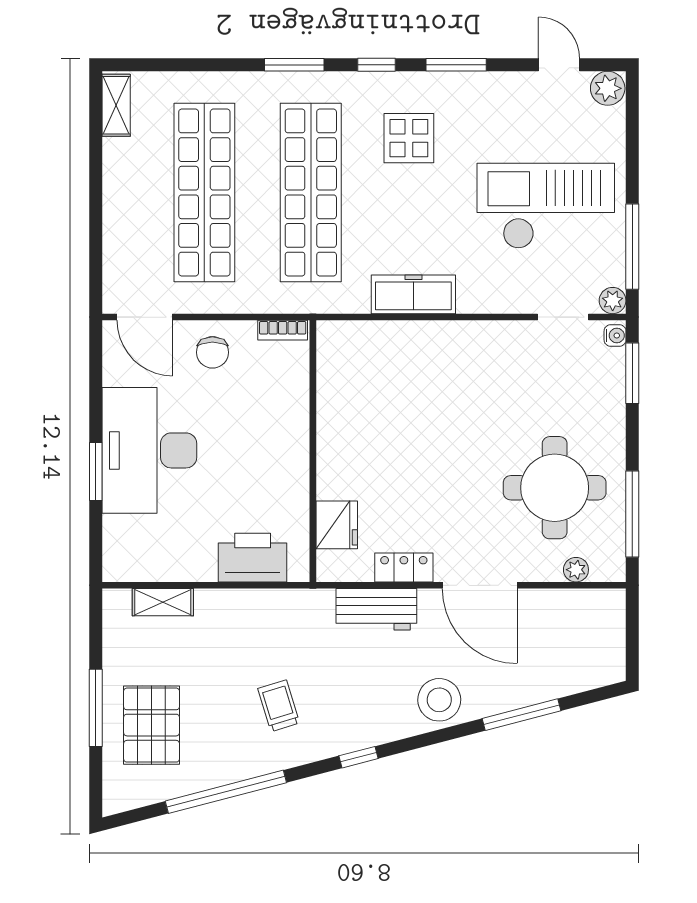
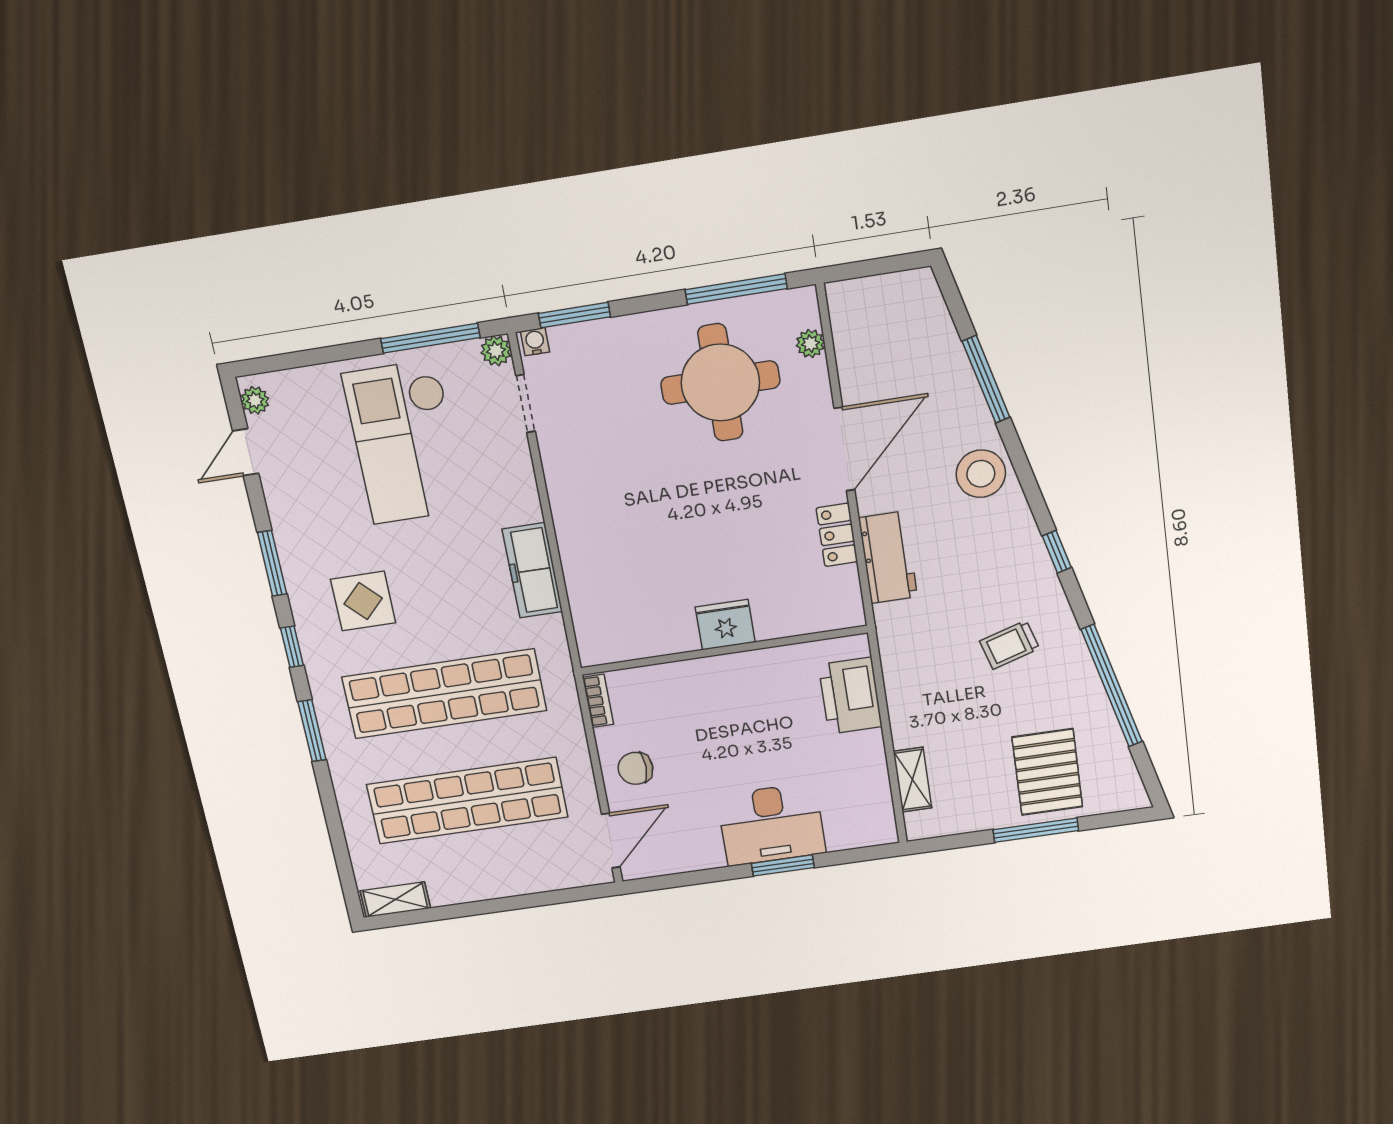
plant: (608, 88) -> (255, 400), width x0.73, depth x0.73
chair: (212, 352) -> (635, 768), turned 180
desk: (149, 450) -> (771, 824), width x0.73, depth x0.77
fridge: (337, 525) -> (725, 625), moved
pallet: (152, 725) -> (1047, 772), turned 90

